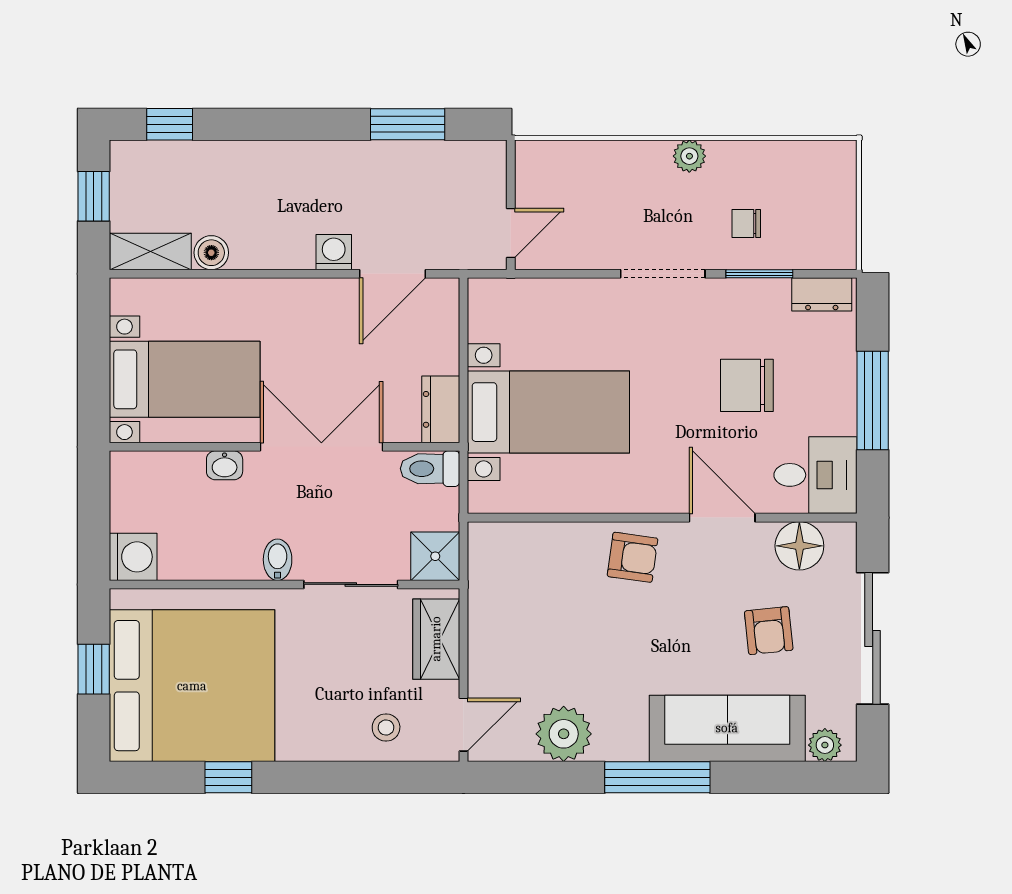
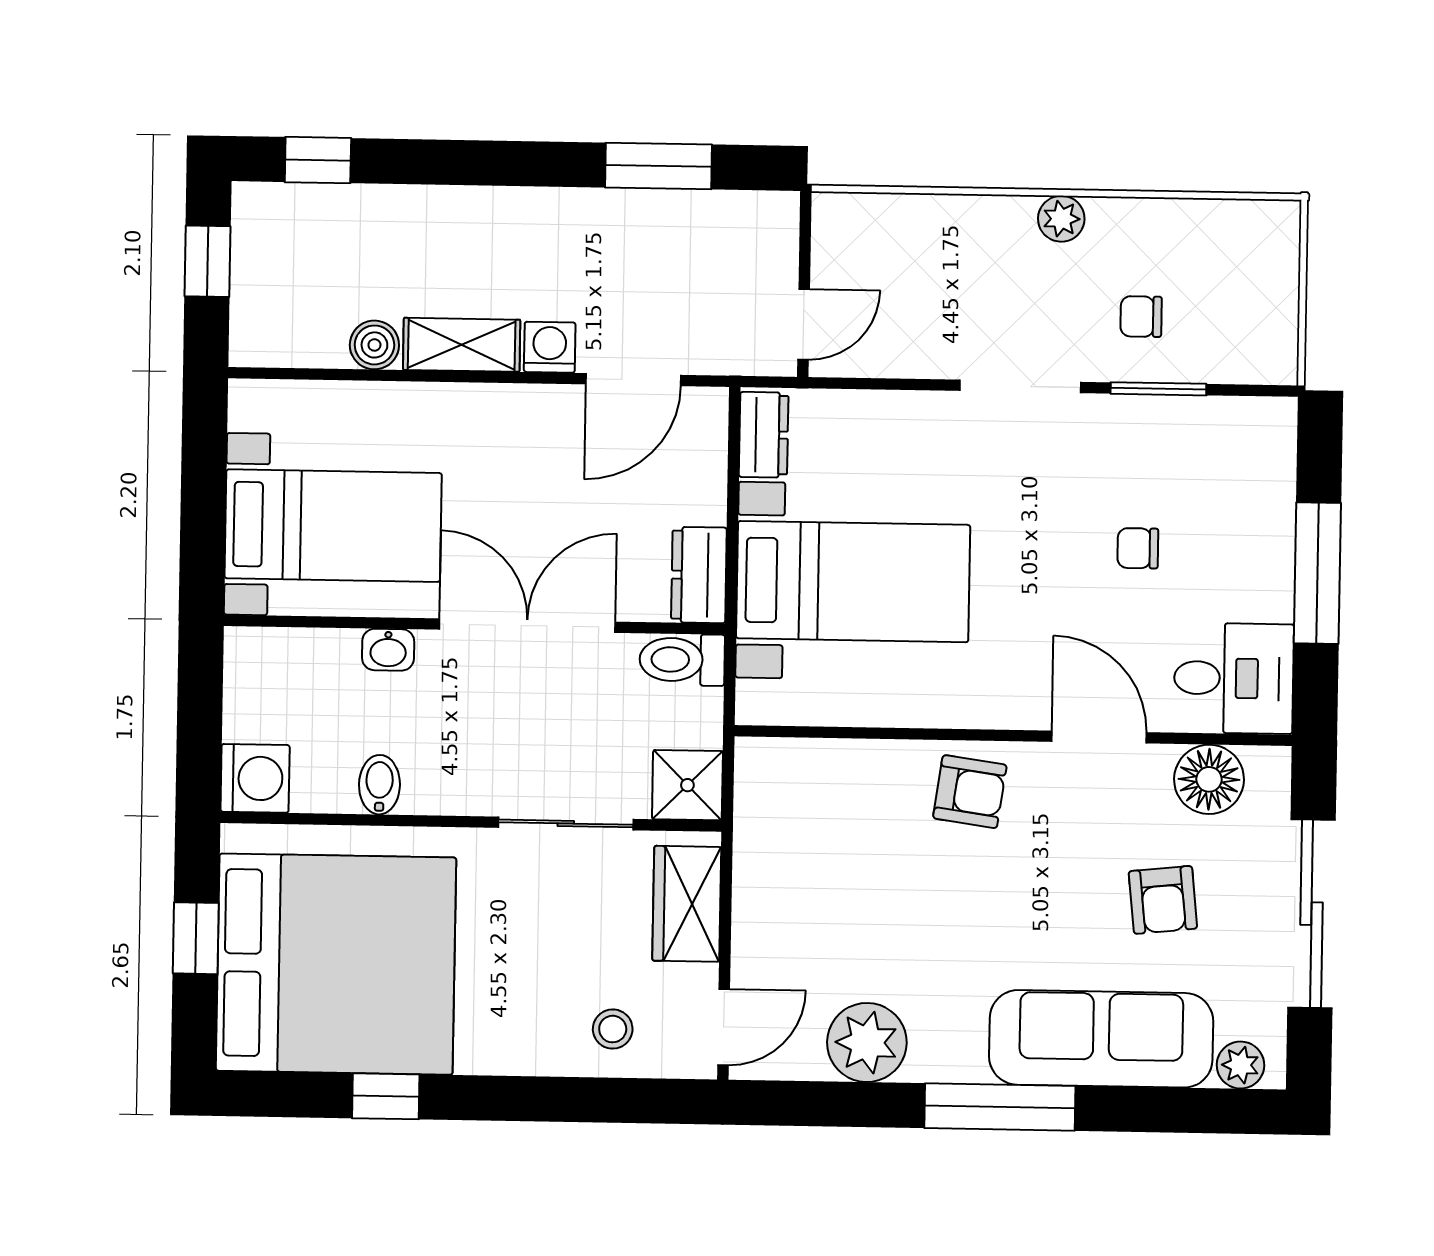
shelving: (150, 252) -> (462, 345), moved
dresser: (822, 294) -> (764, 435), moved, turned -90
chair: (747, 385) -> (1138, 548), width x0.54, depth x0.54
bidet: (278, 560) -> (379, 785), moved

